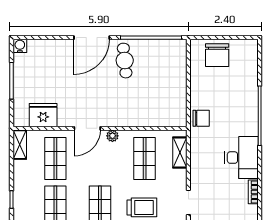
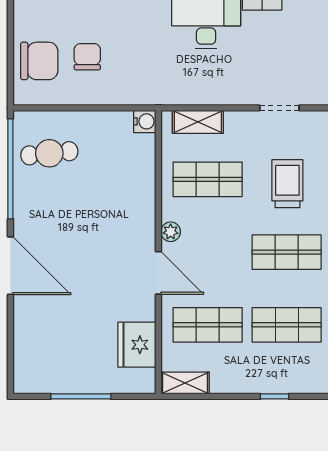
water cooler: (20, 46) -> (145, 121), moved, turned 180
cafe table: (125, 61) -> (49, 153), moved
chair: (201, 118) -> (87, 57), moved

